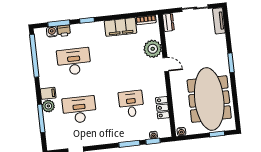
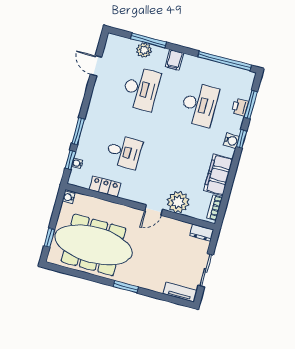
water cooler: (52, 32) -> (231, 141), moved
plant: (48, 106) -> (144, 50), moved

